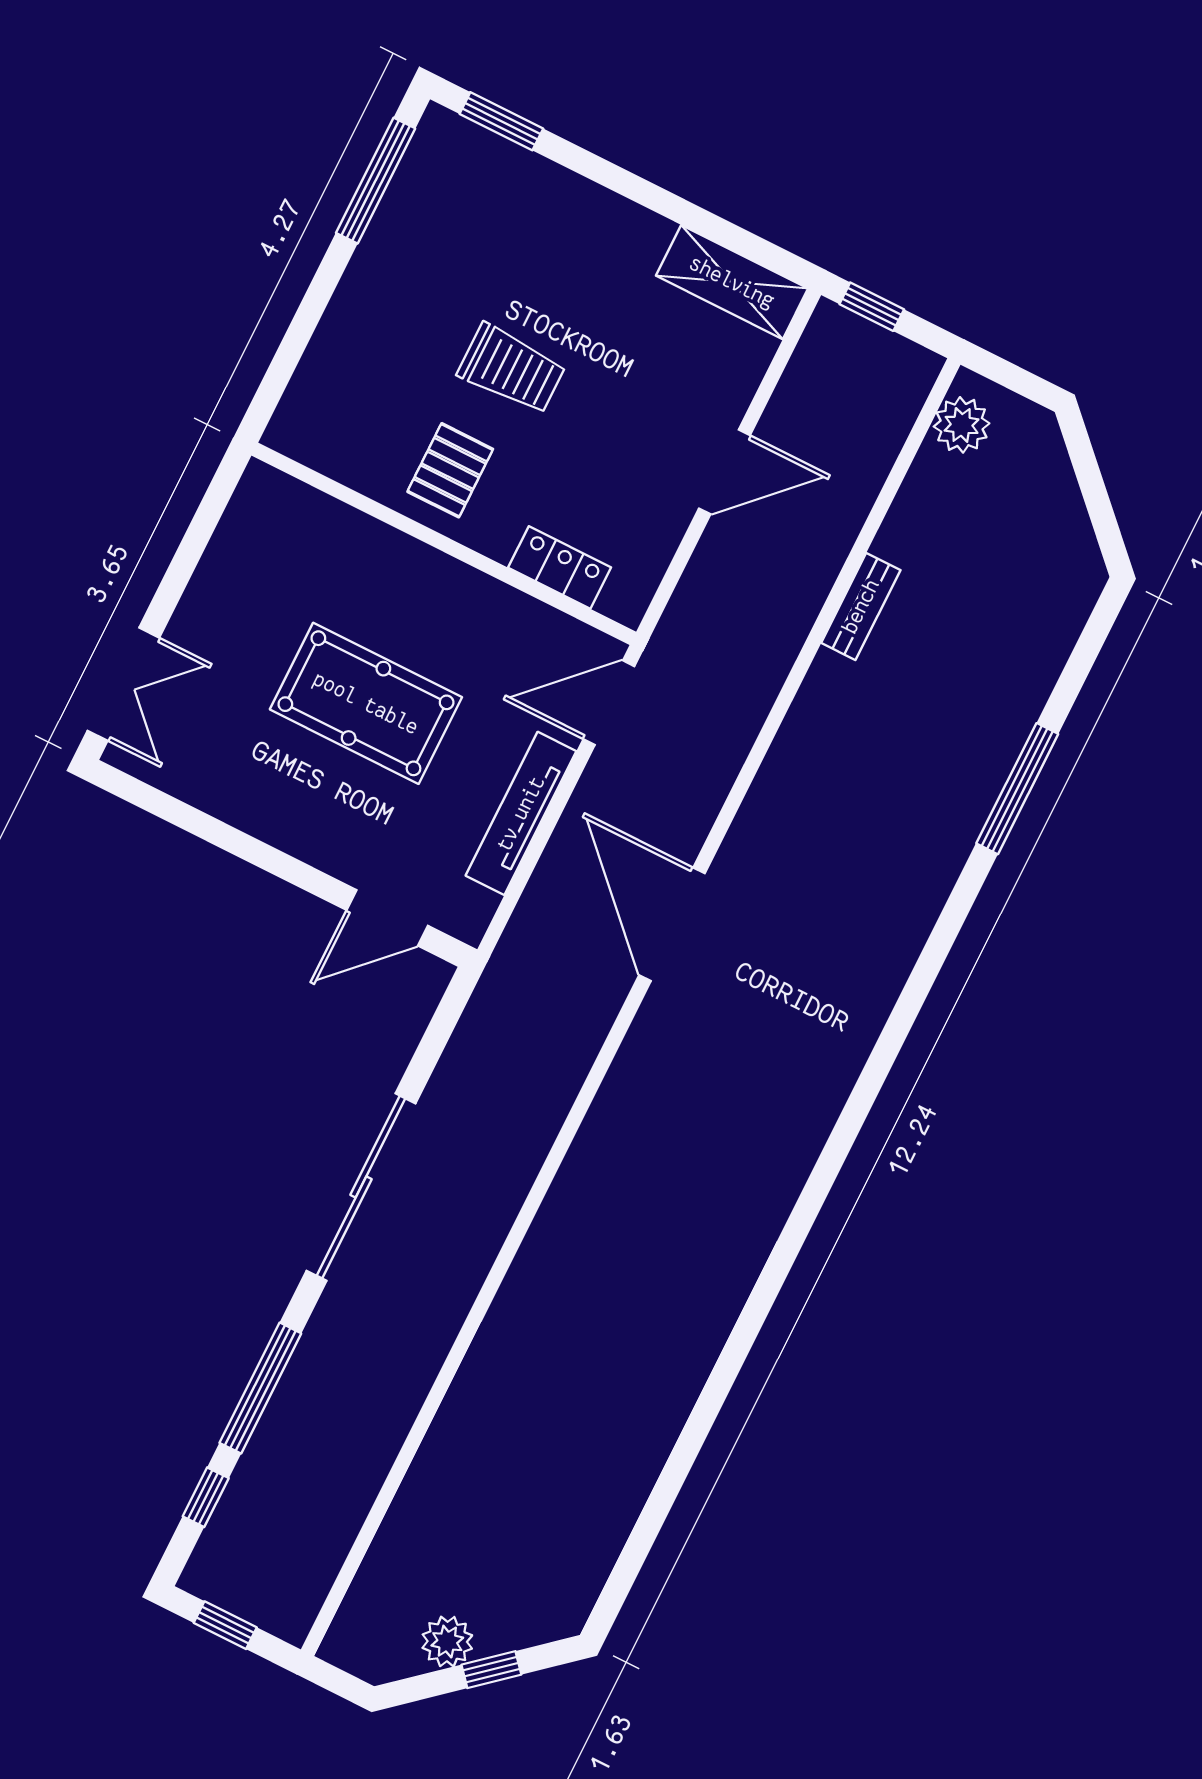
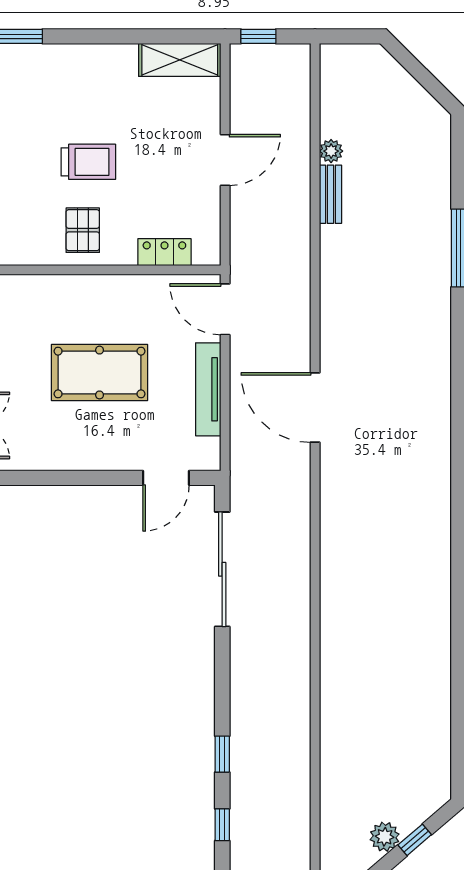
plant: (962, 425) -> (331, 151), moved, width x0.73, depth x0.73
door: (609, 703) -> (225, 309), hinge flipped
sliding door: (361, 1187) -> (222, 569), moved
window: (260, 1388) -> (222, 754), width x0.46

